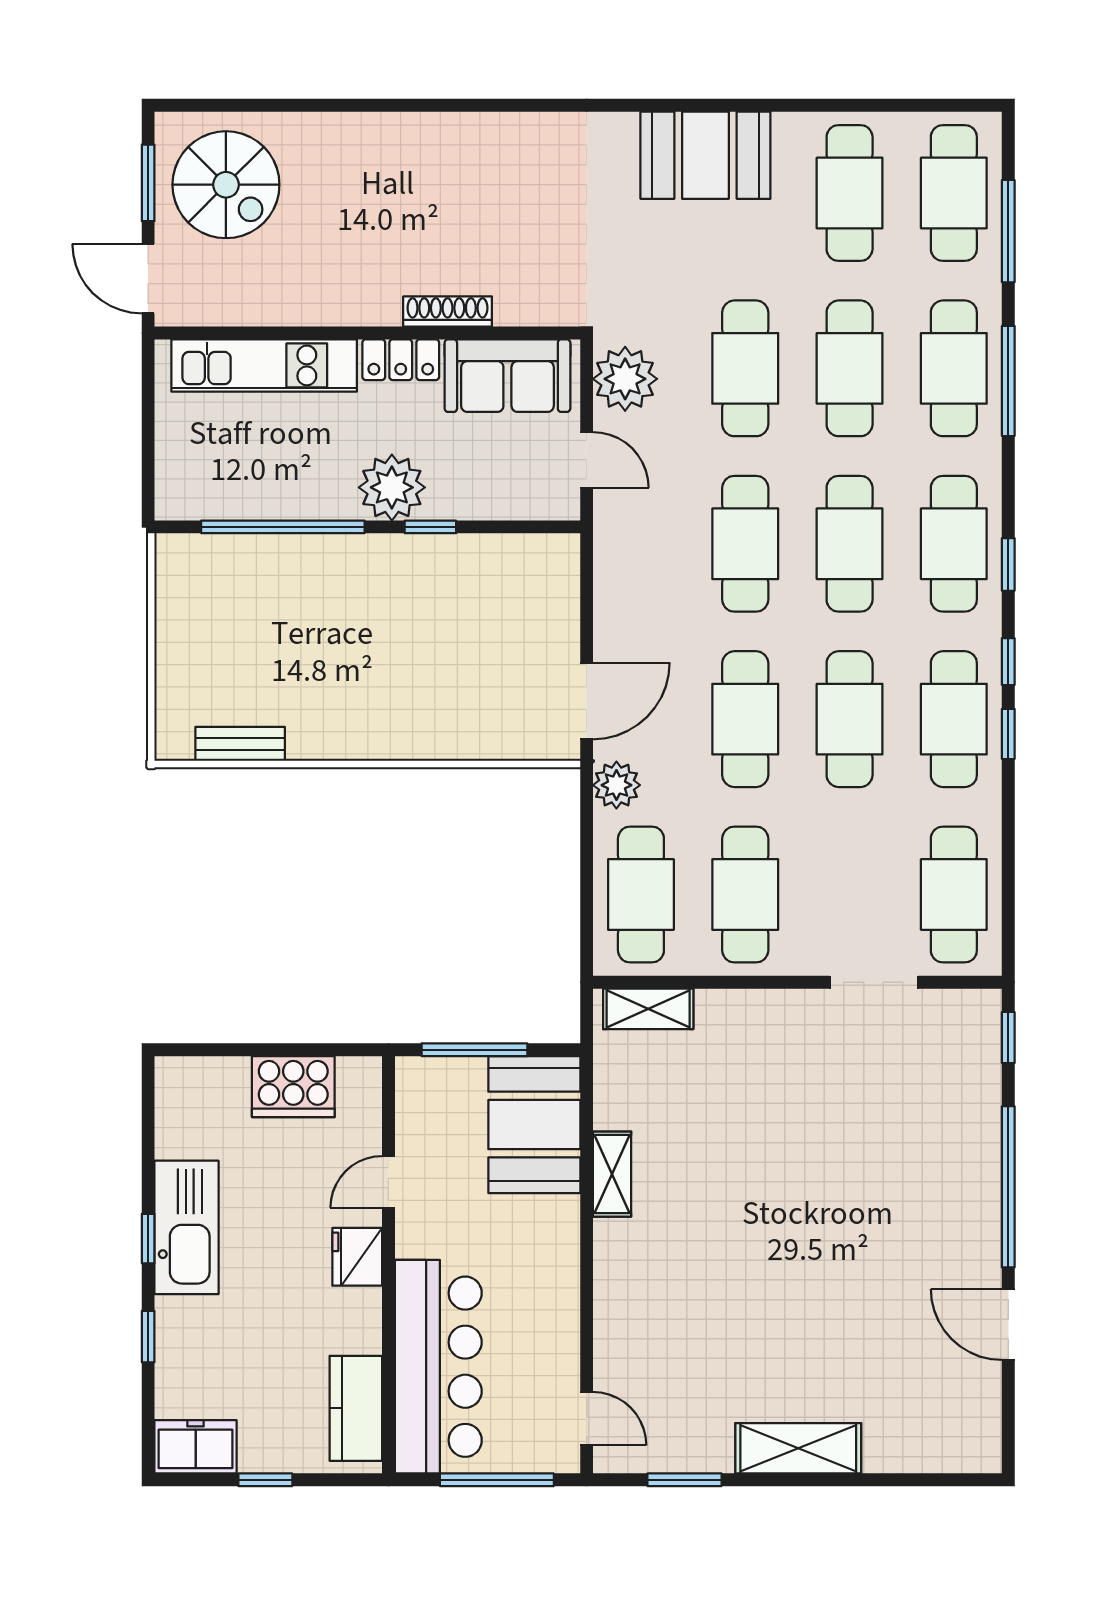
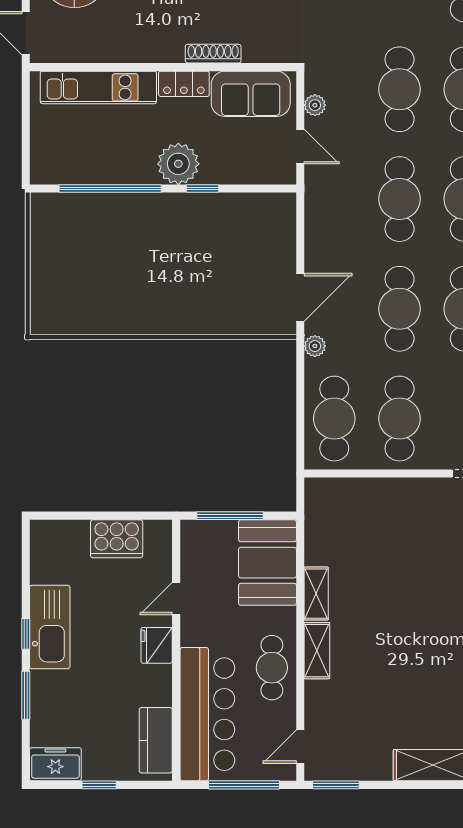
plant: (625, 379) -> (315, 105), width x0.53, depth x0.53
bench: (240, 744) -> (83, 324), removed
plant: (616, 785) -> (315, 346), width x0.73, depth x0.73
shelving: (648, 1009) -> (317, 651), moved, turned 90
cafe table: (541, 1292) -> (272, 668), added
window: (148, 1337) -> (26, 695), width x1.50
door: (587, 1419) -> (300, 747), swing flipped
window: (684, 1480) -> (336, 785), moved

